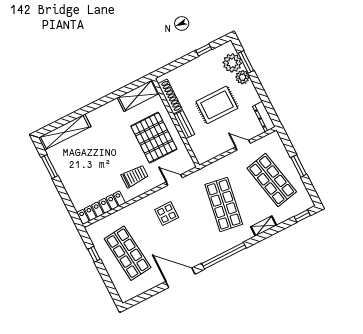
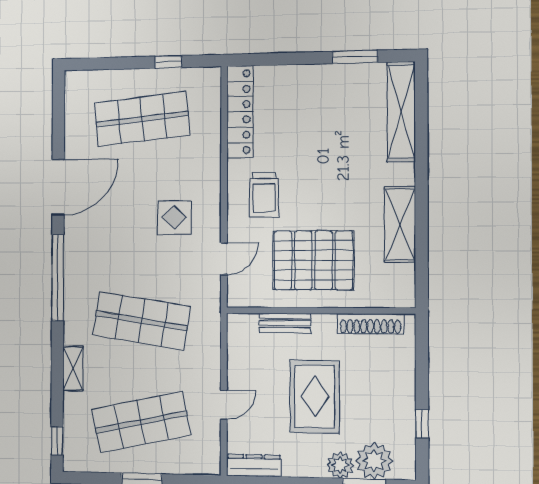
shelving: (138, 96) -> (400, 224), moved
bench: (184, 125) -> (285, 323), moved

